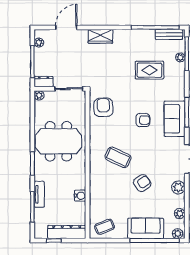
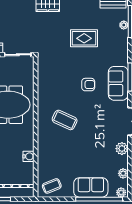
rug: (149, 70) -> (84, 38), moved
armchair: (103, 107) -> (51, 72), removed
armchair: (142, 183) -> (88, 144), removed

